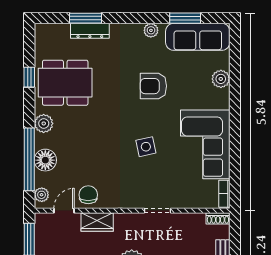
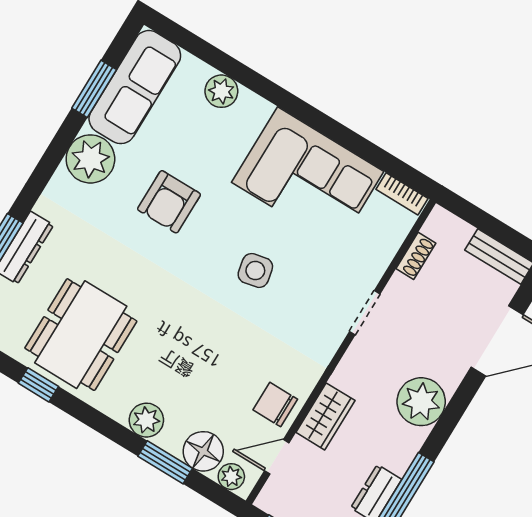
plant: (151, 30) -> (90, 159), width x1.87, depth x1.87
plant: (44, 123) -> (146, 420), moved
window: (29, 159) -> (165, 462), width x0.47
floor lamp: (45, 160) -> (203, 451), moved
door: (64, 211) -> (277, 457), hinge flipped
shoe rack: (218, 218) -> (416, 256), moved

